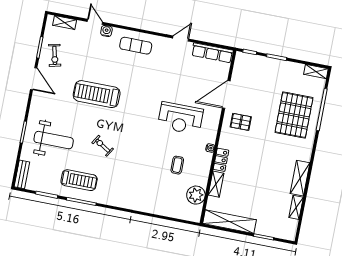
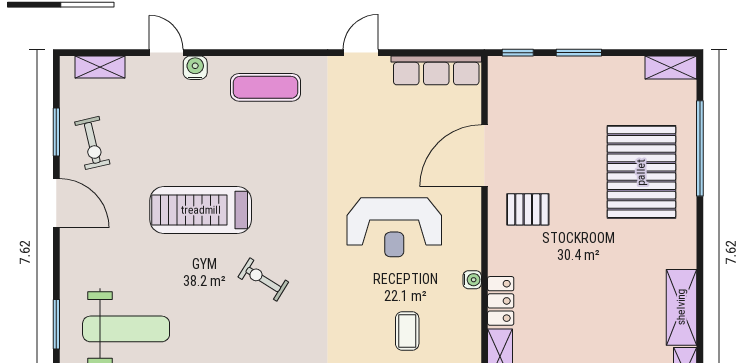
exercise bike: (103, 146) -> (263, 280), moved

